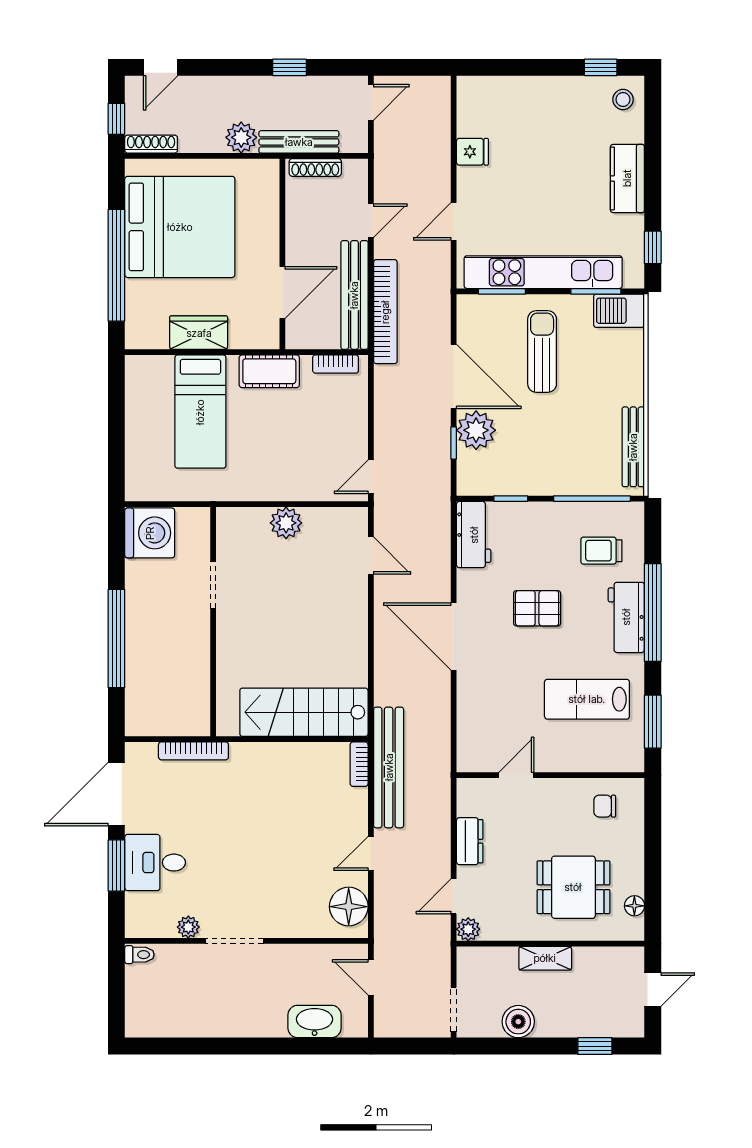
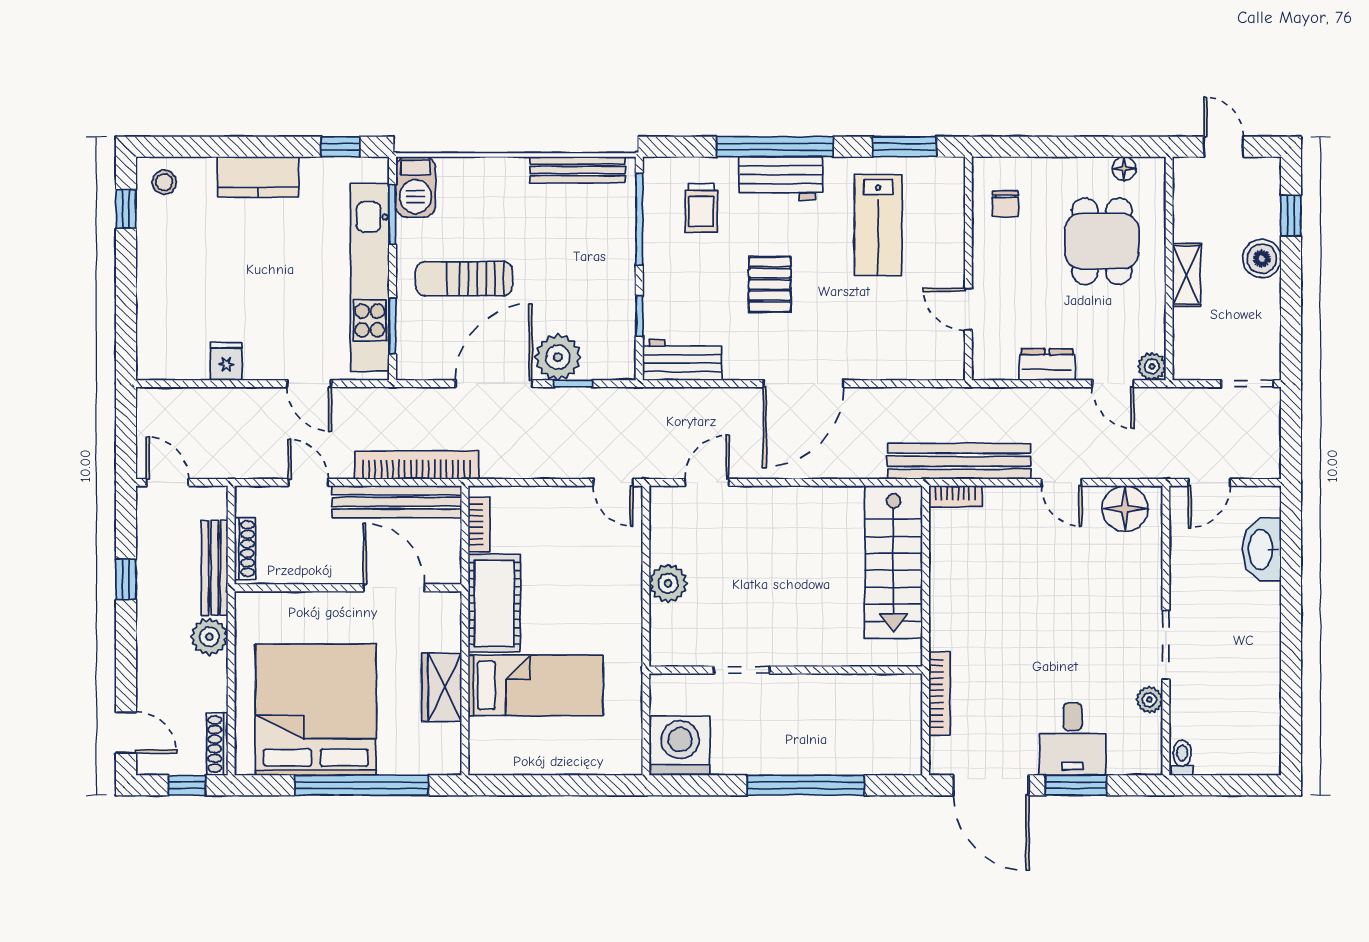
cot: (269, 371) -> (494, 603), width x1.37, depth x1.34
boiler: (518, 1022) -> (1262, 259), moved

